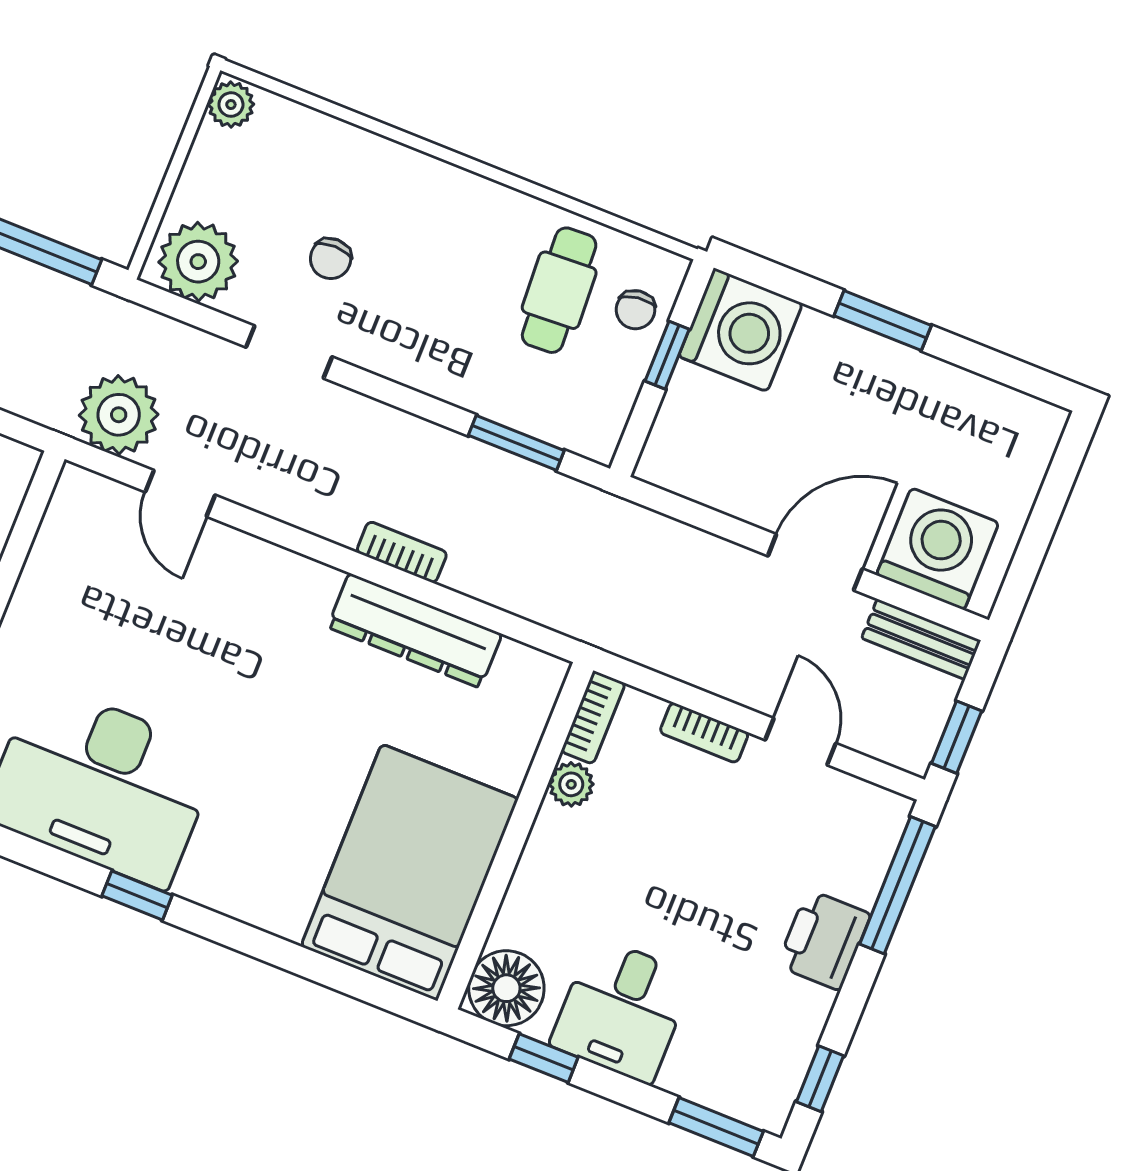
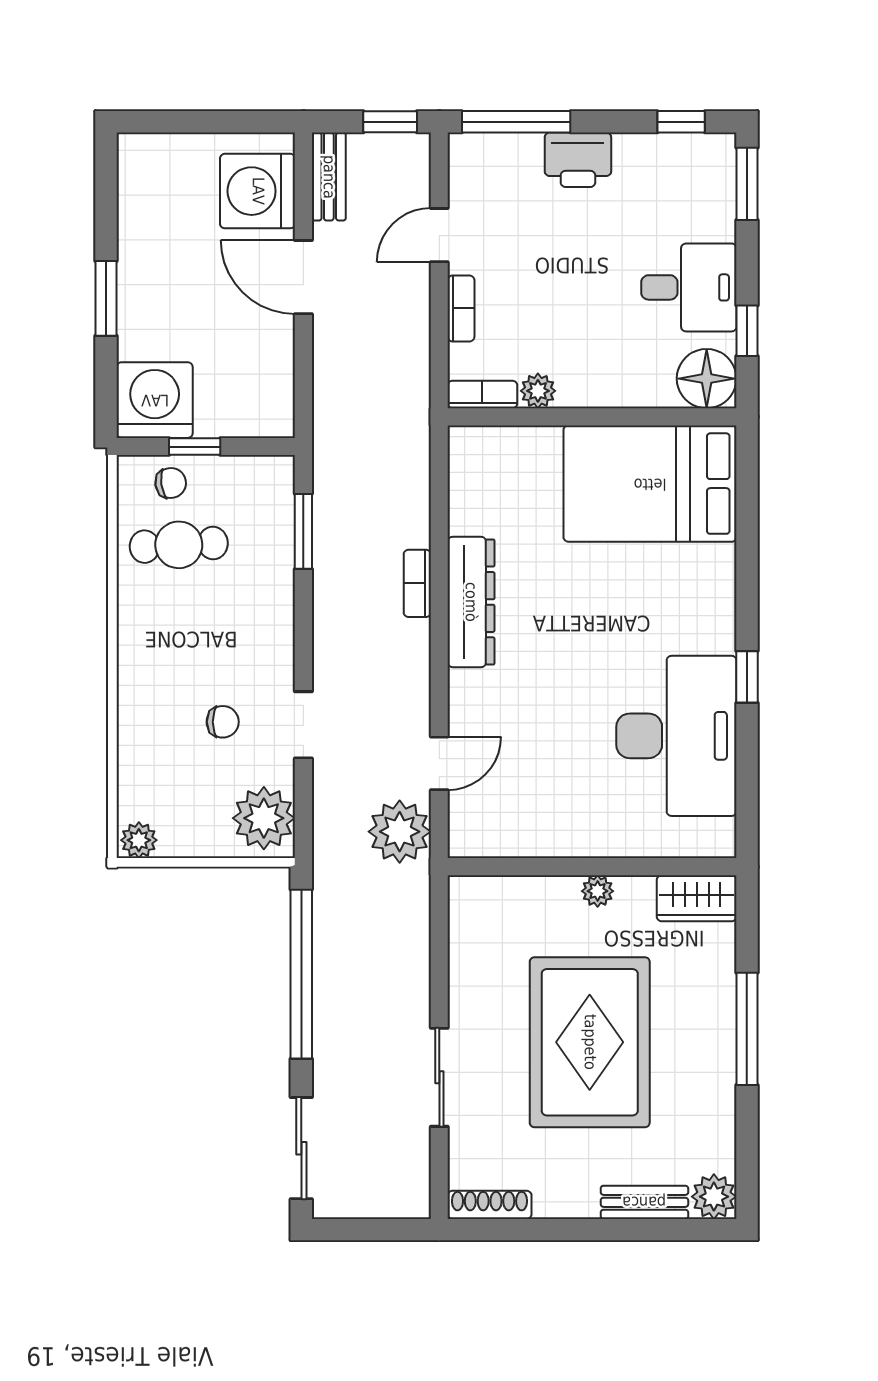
dresser: (415, 631) -> (471, 602), moved

